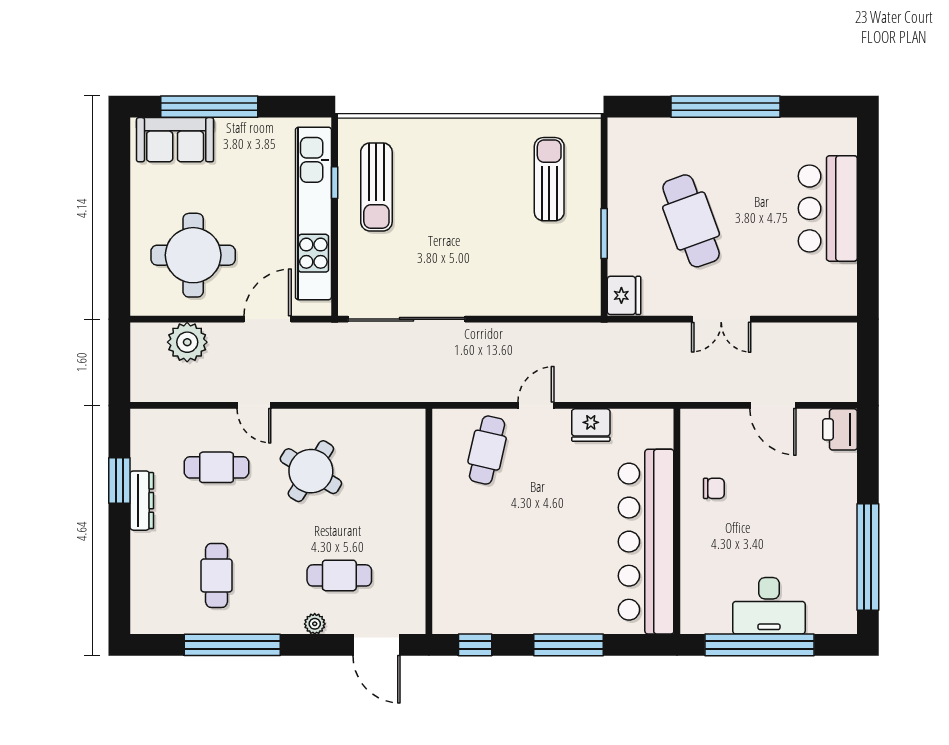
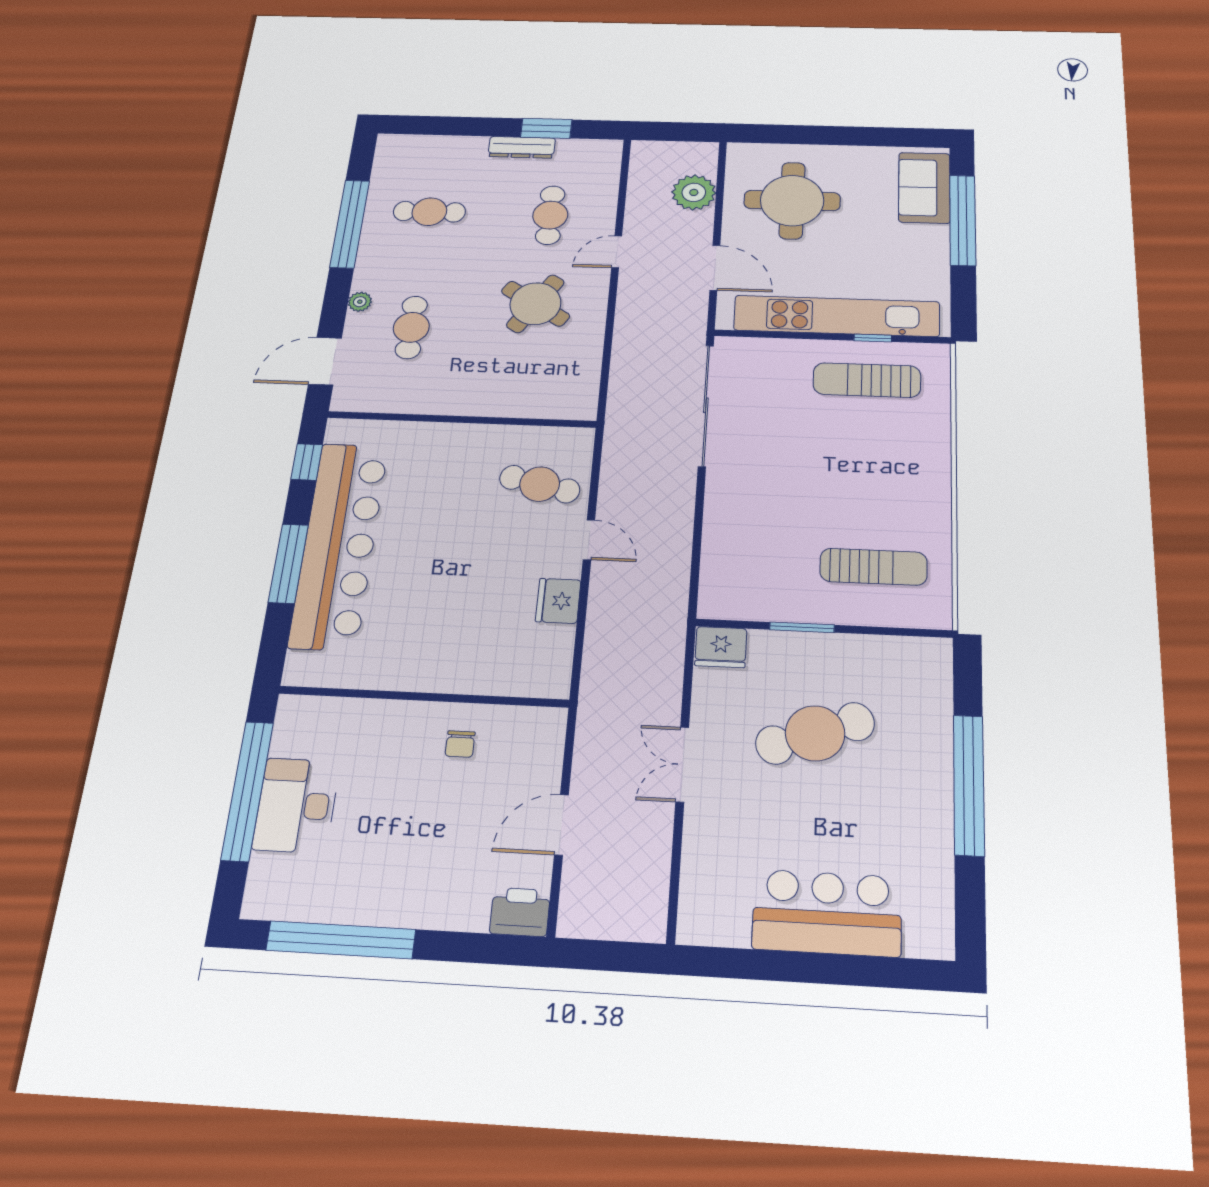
bar counter: (646, 542) -> (339, 545), moved, turned 90

